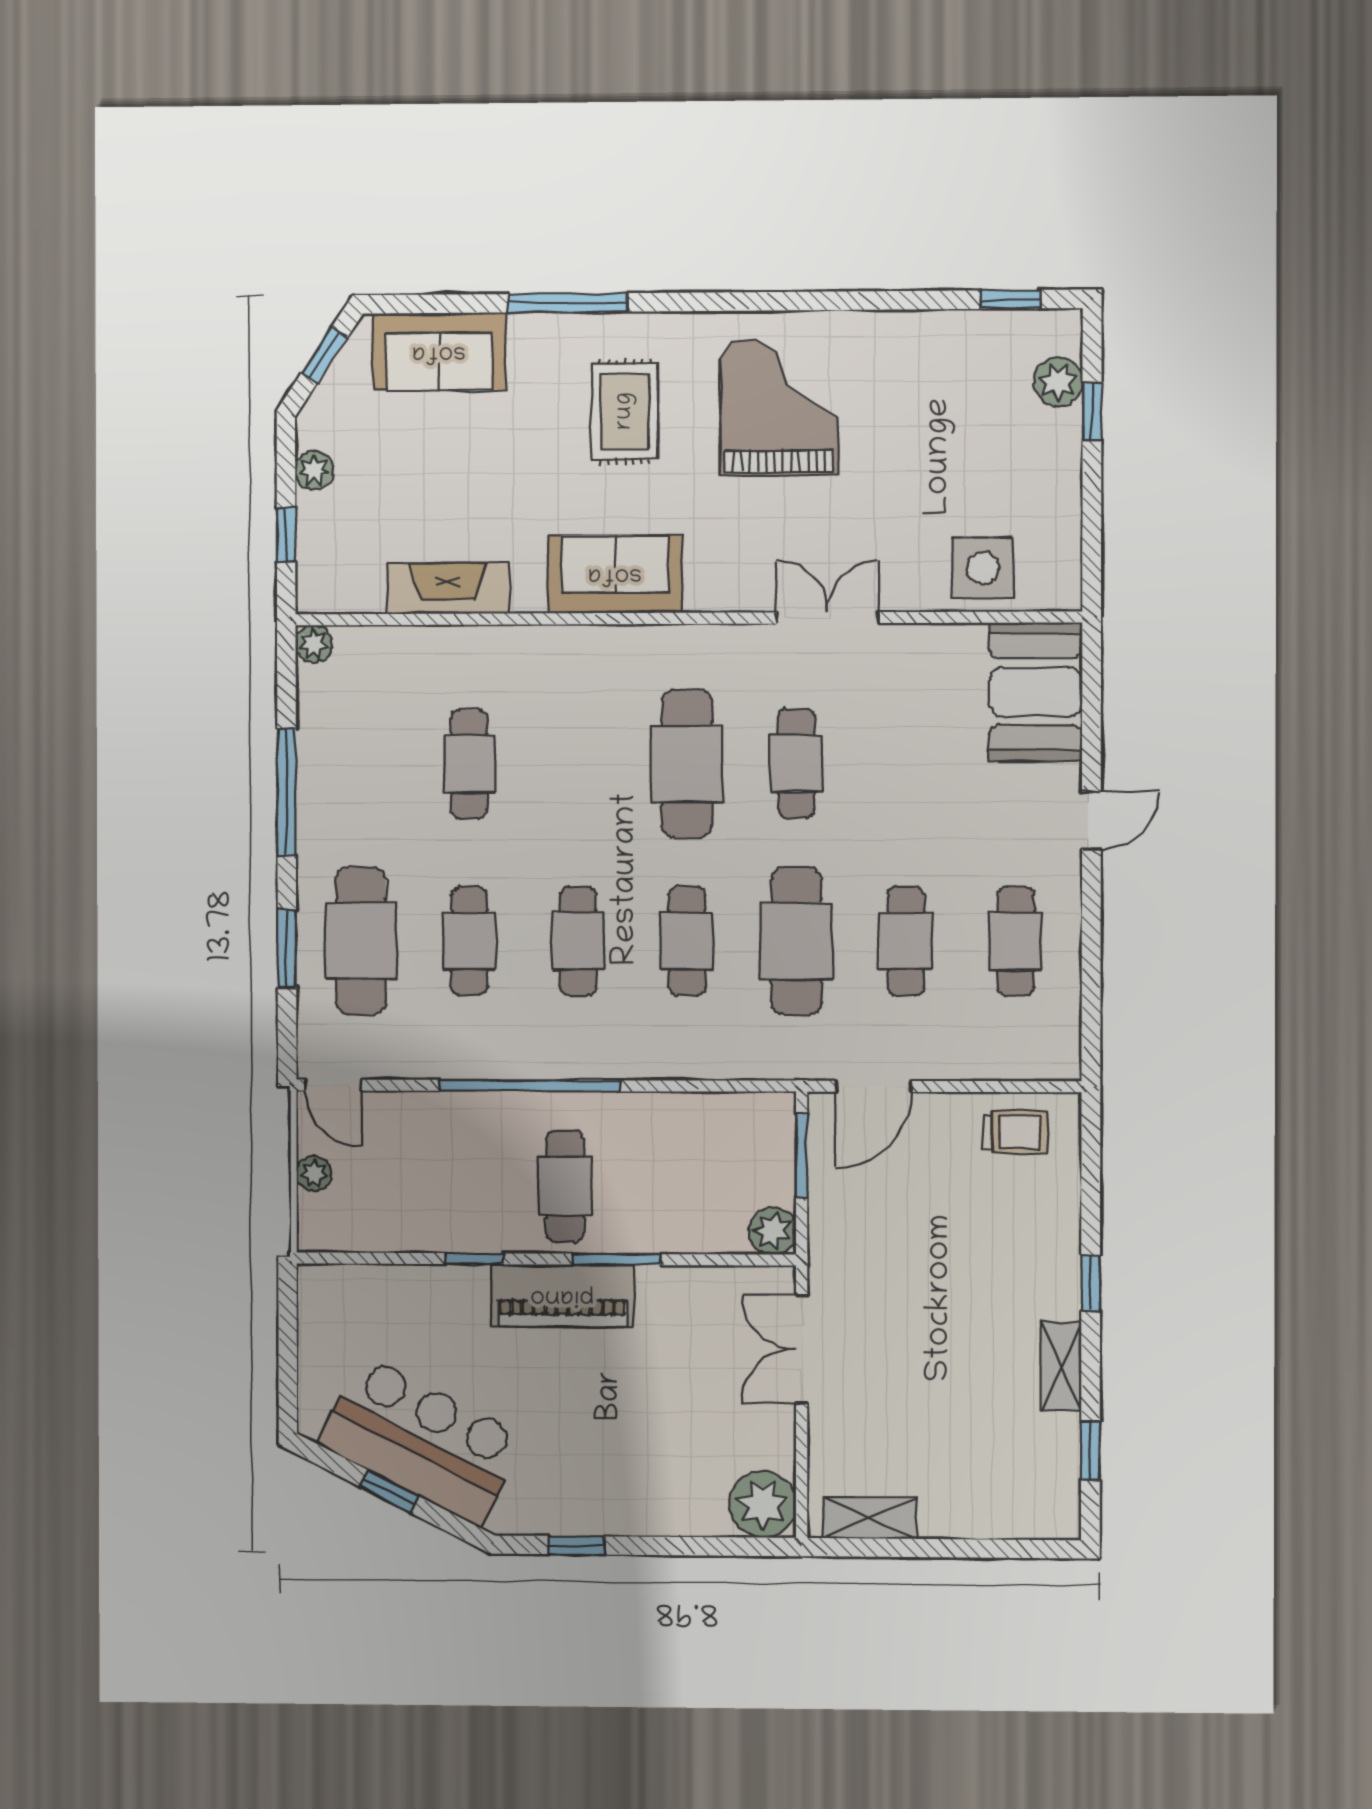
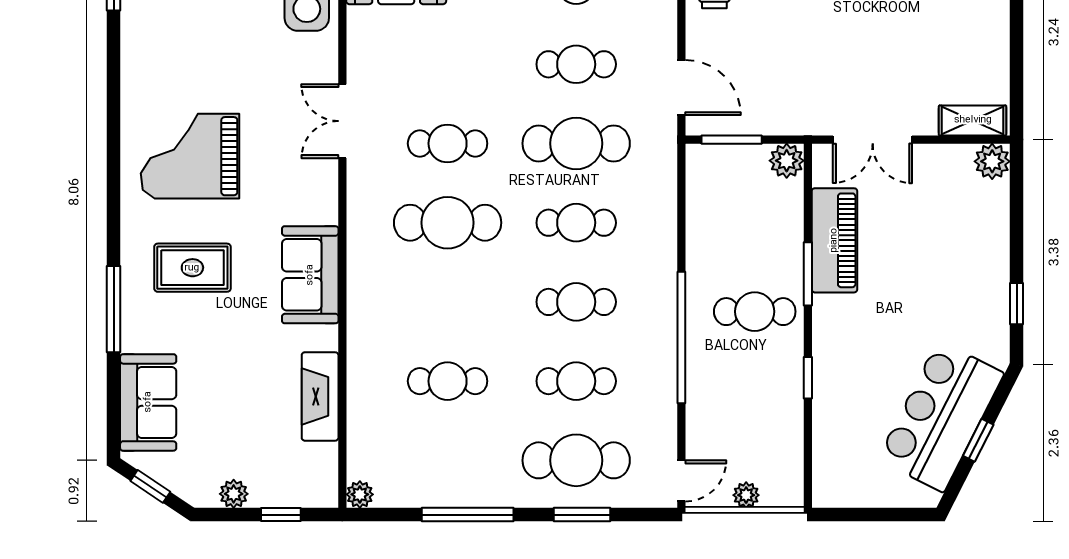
piano: (562, 1296) -> (834, 240), moved
plant: (763, 1505) -> (992, 161), width x0.73, depth x0.73
shelving: (870, 1518) -> (973, 120), moved, turned 90

